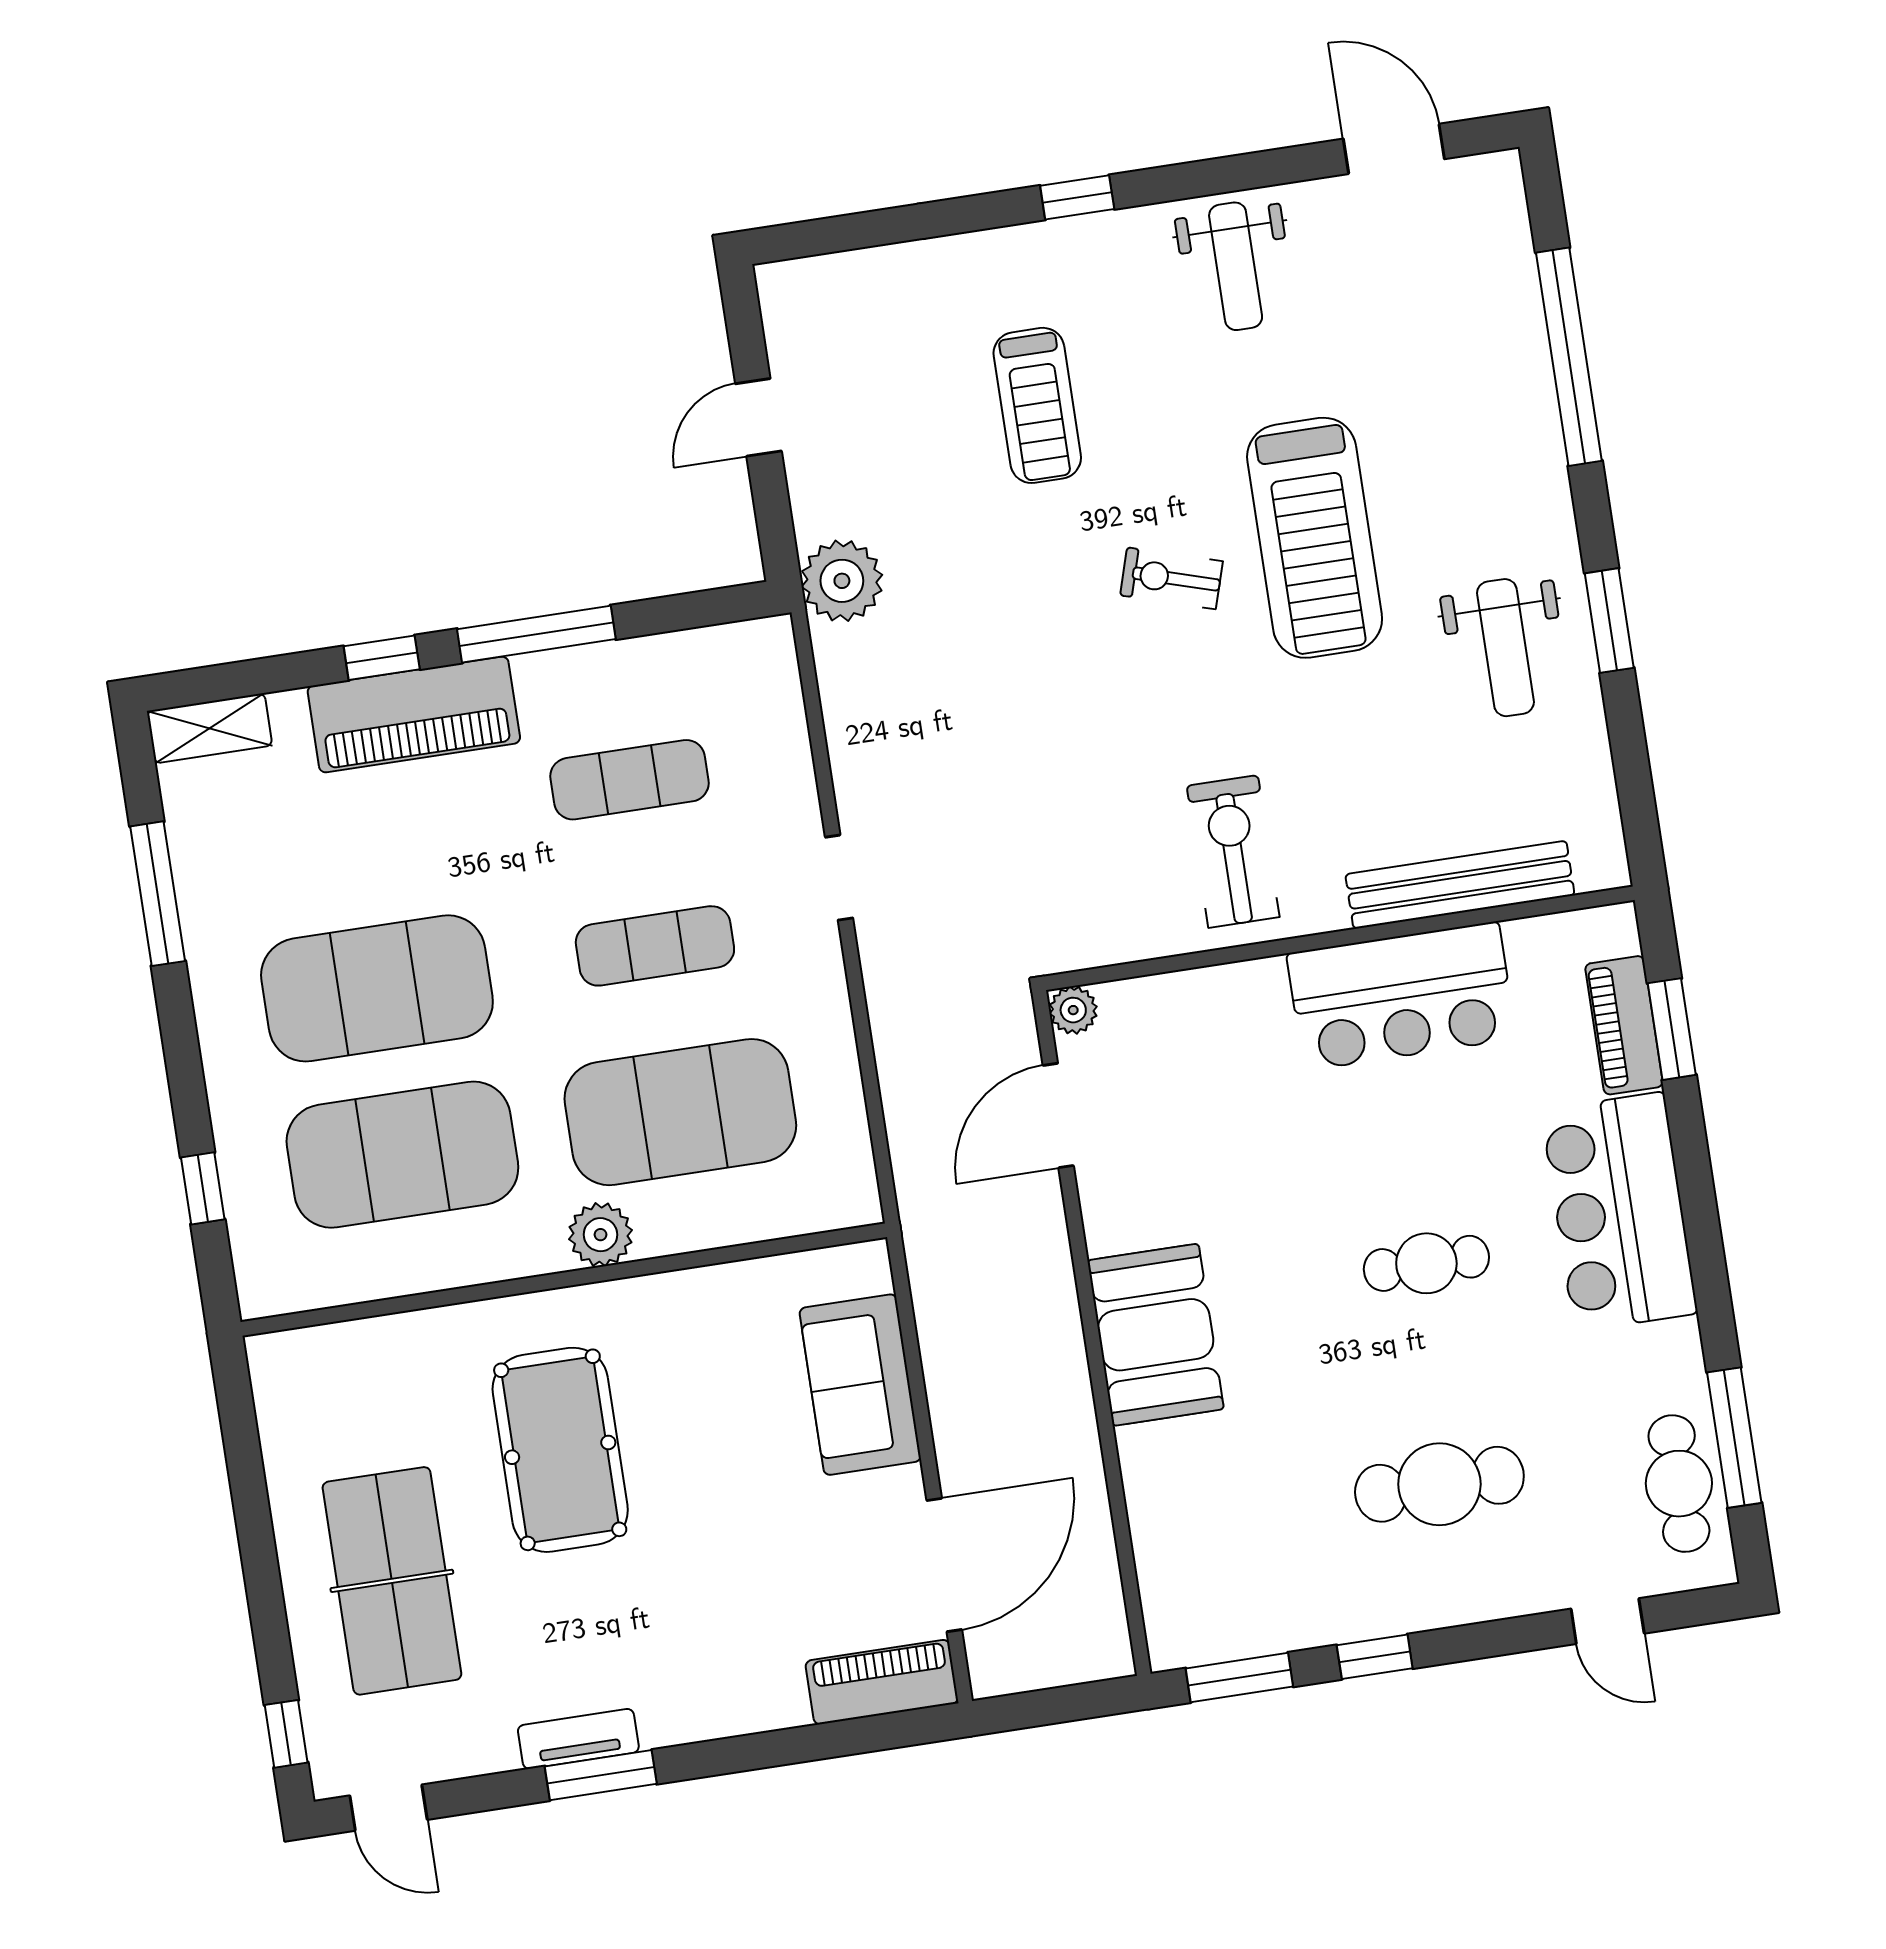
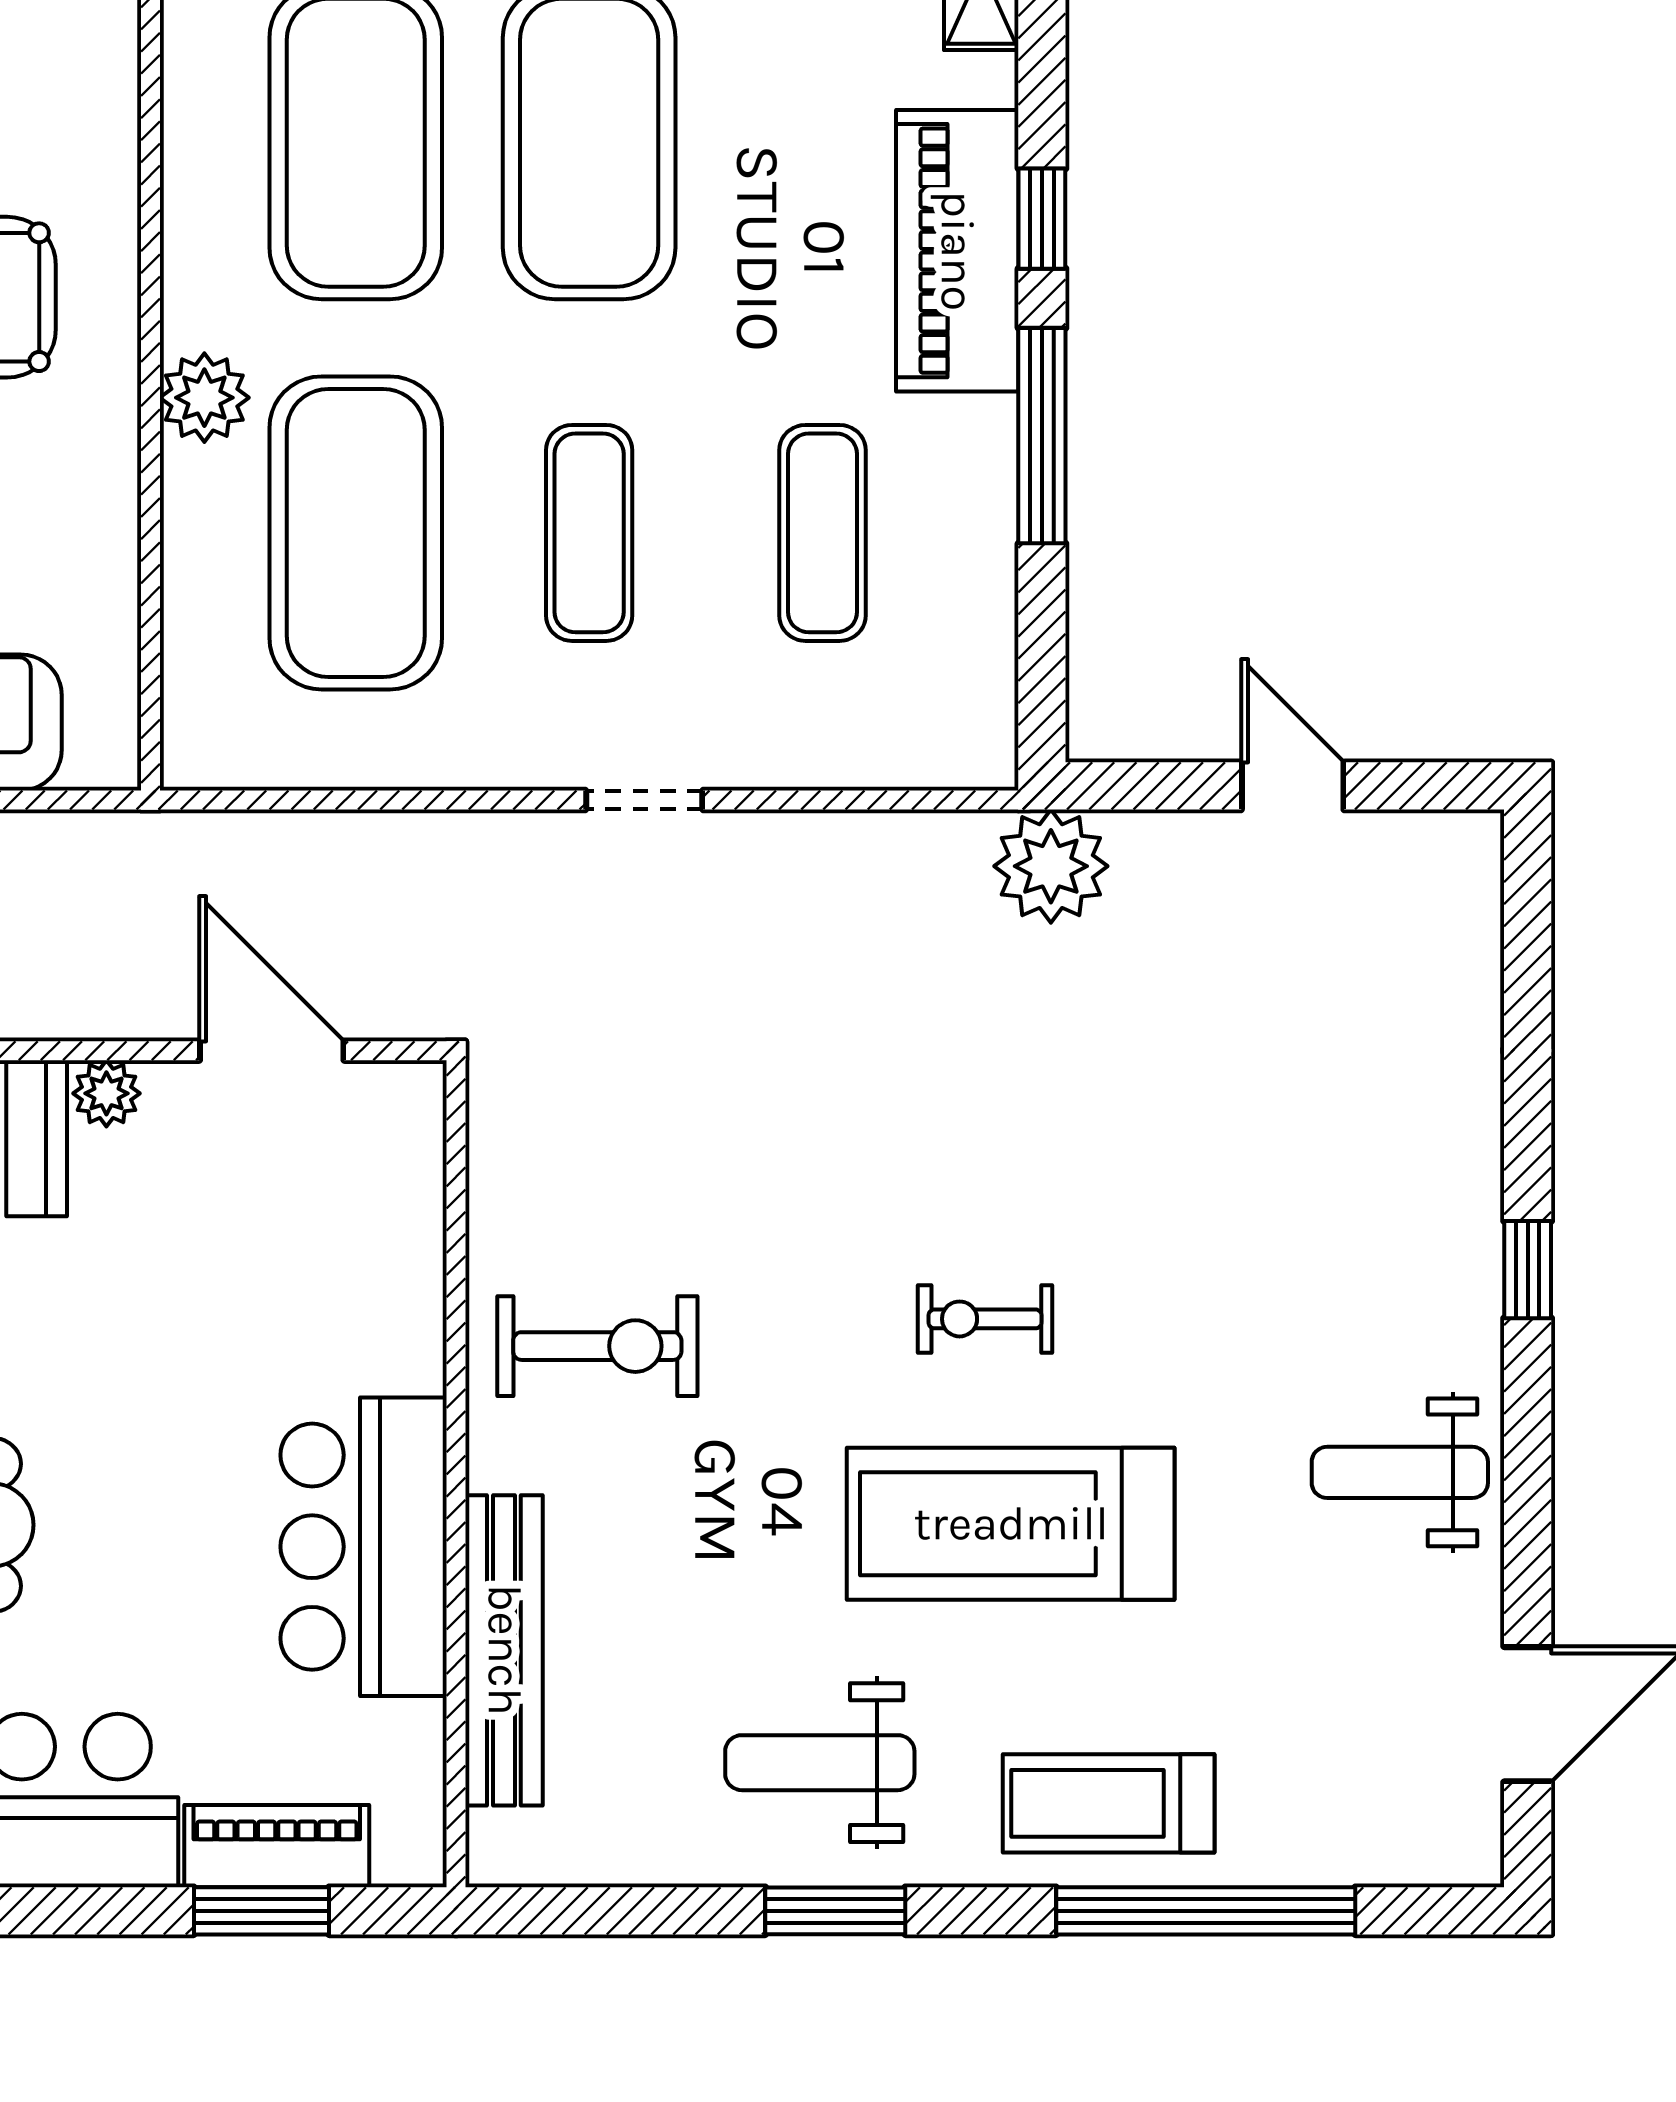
treadmill: (1037, 405) -> (1109, 1803), moved
exercise bike: (1171, 578) -> (985, 1319), turned -107
plant: (1073, 1010) -> (106, 1093), moved

